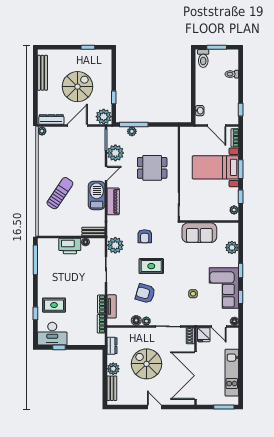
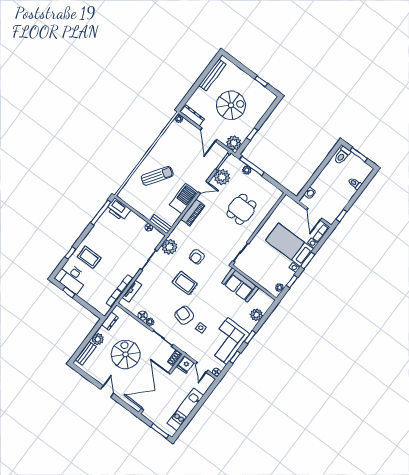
door: (77, 126) -> (209, 135), swing flipped
dining table: (152, 168) -> (241, 209), turned 90
printer: (70, 246) -> (118, 209), moved
armchair: (145, 294) -> (184, 315), moved

